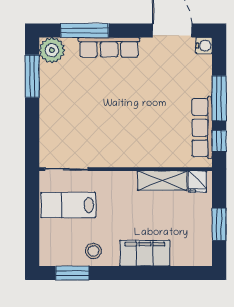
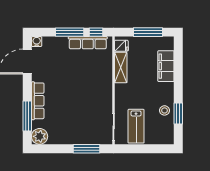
window: (32, 76) -> (87, 149), moved
window: (219, 224) -> (148, 32), width x1.44
filing cabinet: (145, 253) -> (166, 66), moved
window: (72, 273) -> (178, 113), moved

